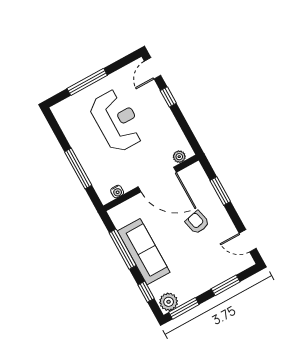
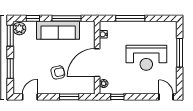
window: (168, 97) -> (117, 97), moved

